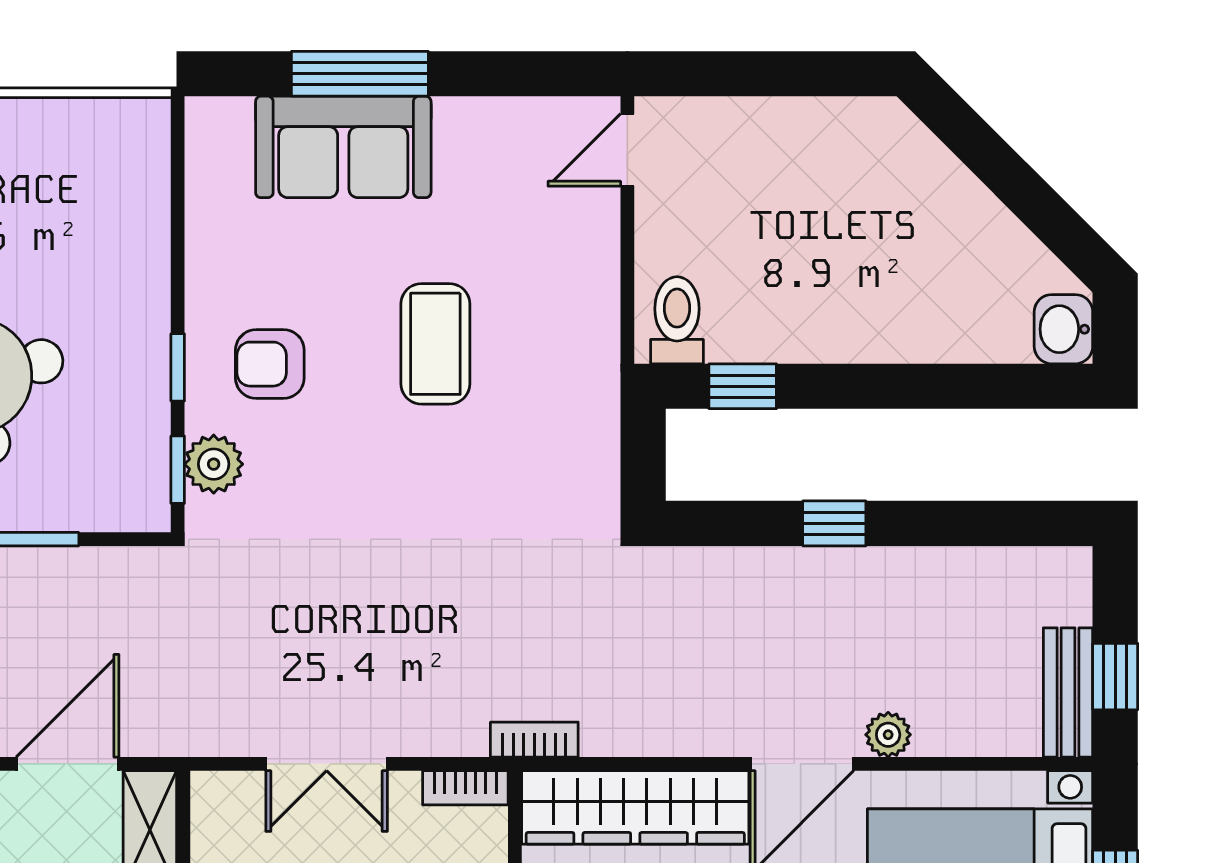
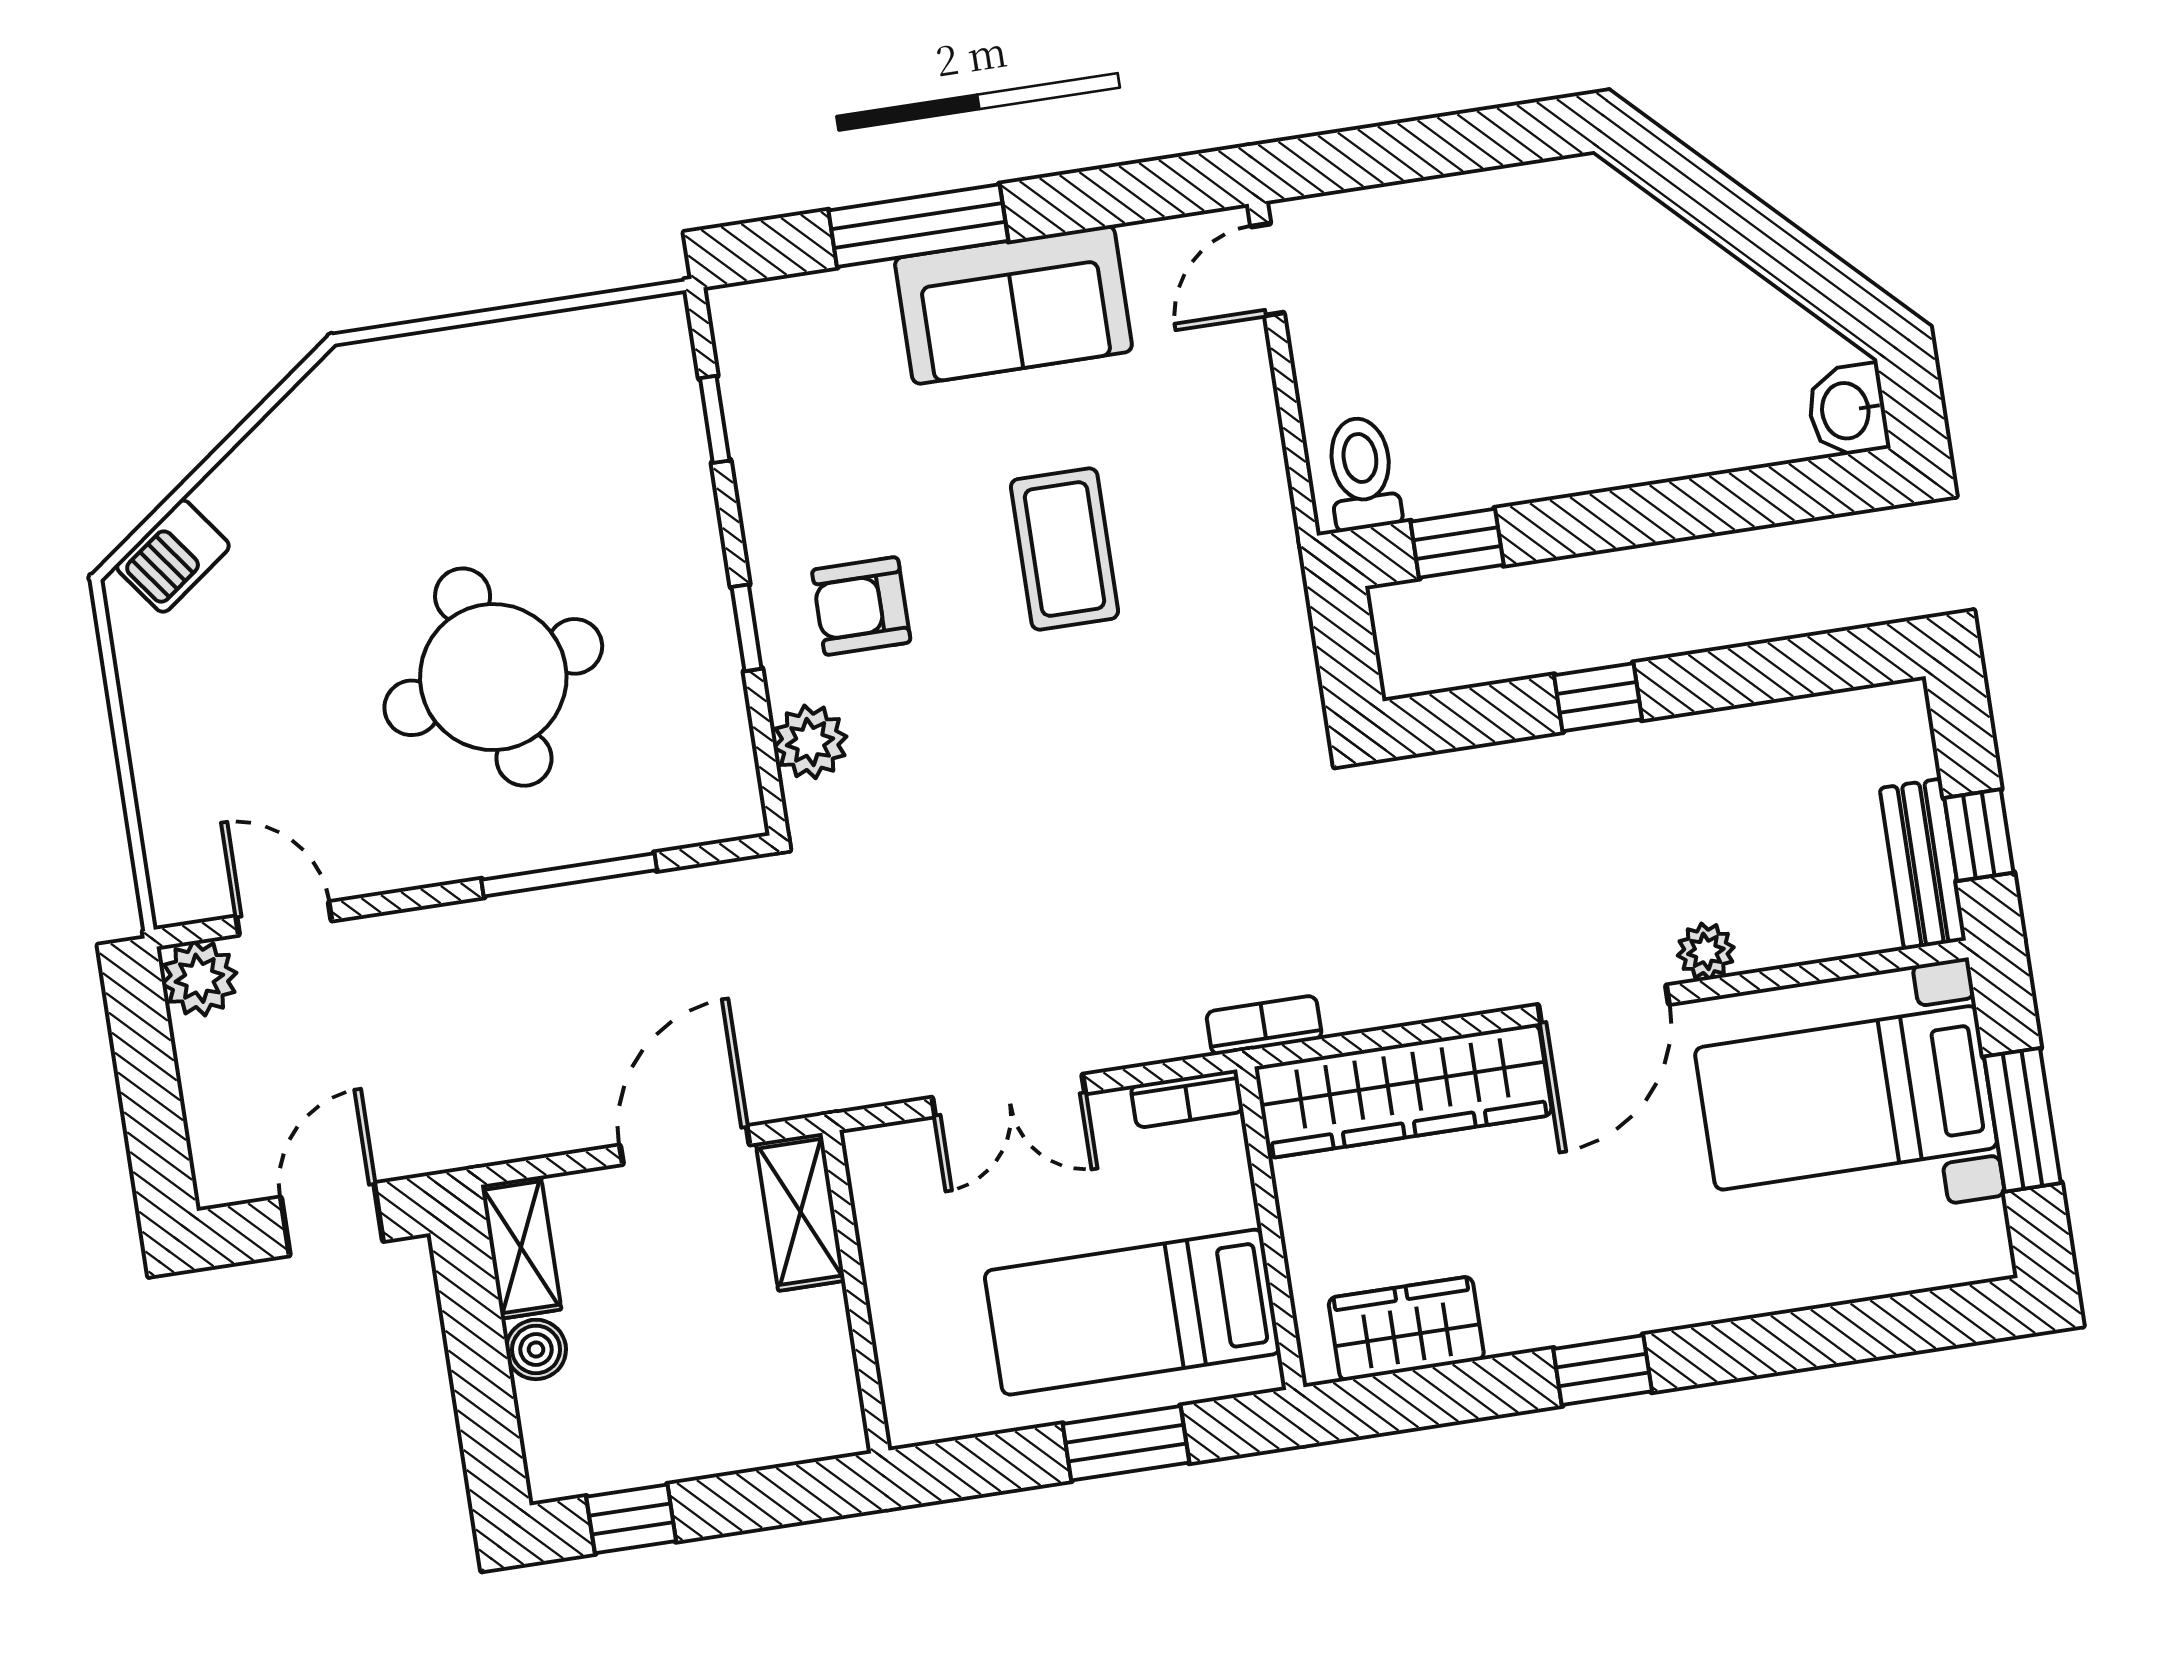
sofa: (343, 147) -> (1013, 305), moved
window: (178, 470) -> (715, 419), moved

